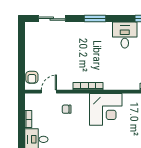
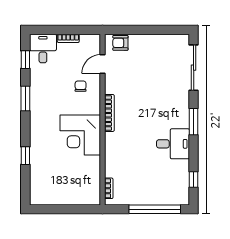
sliding door: (52, 19) -> (194, 68), width x1.37
desk: (125, 35) -> (173, 144), moved
door: (49, 92) -> (103, 64), swing flipped

